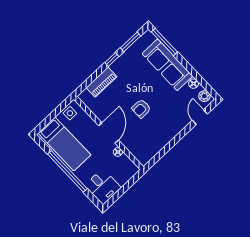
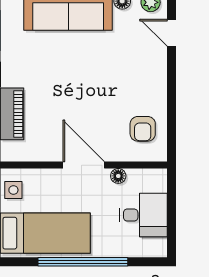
armchair: (141, 109) -> (143, 129), moved
desk: (103, 186) -> (143, 215), moved

